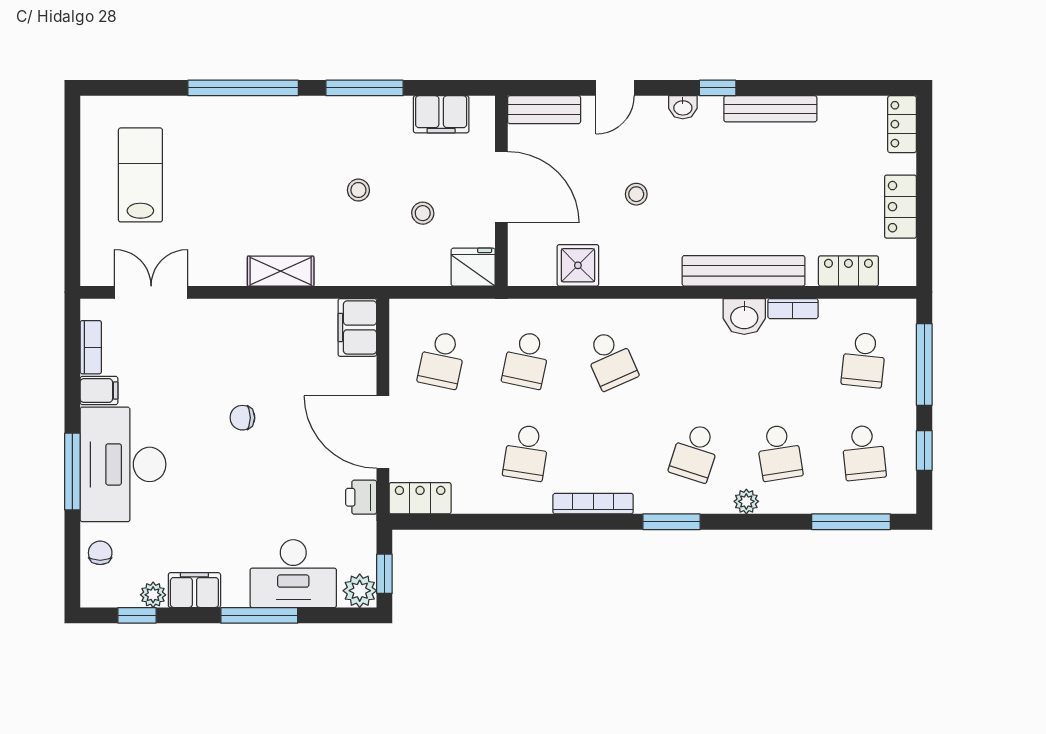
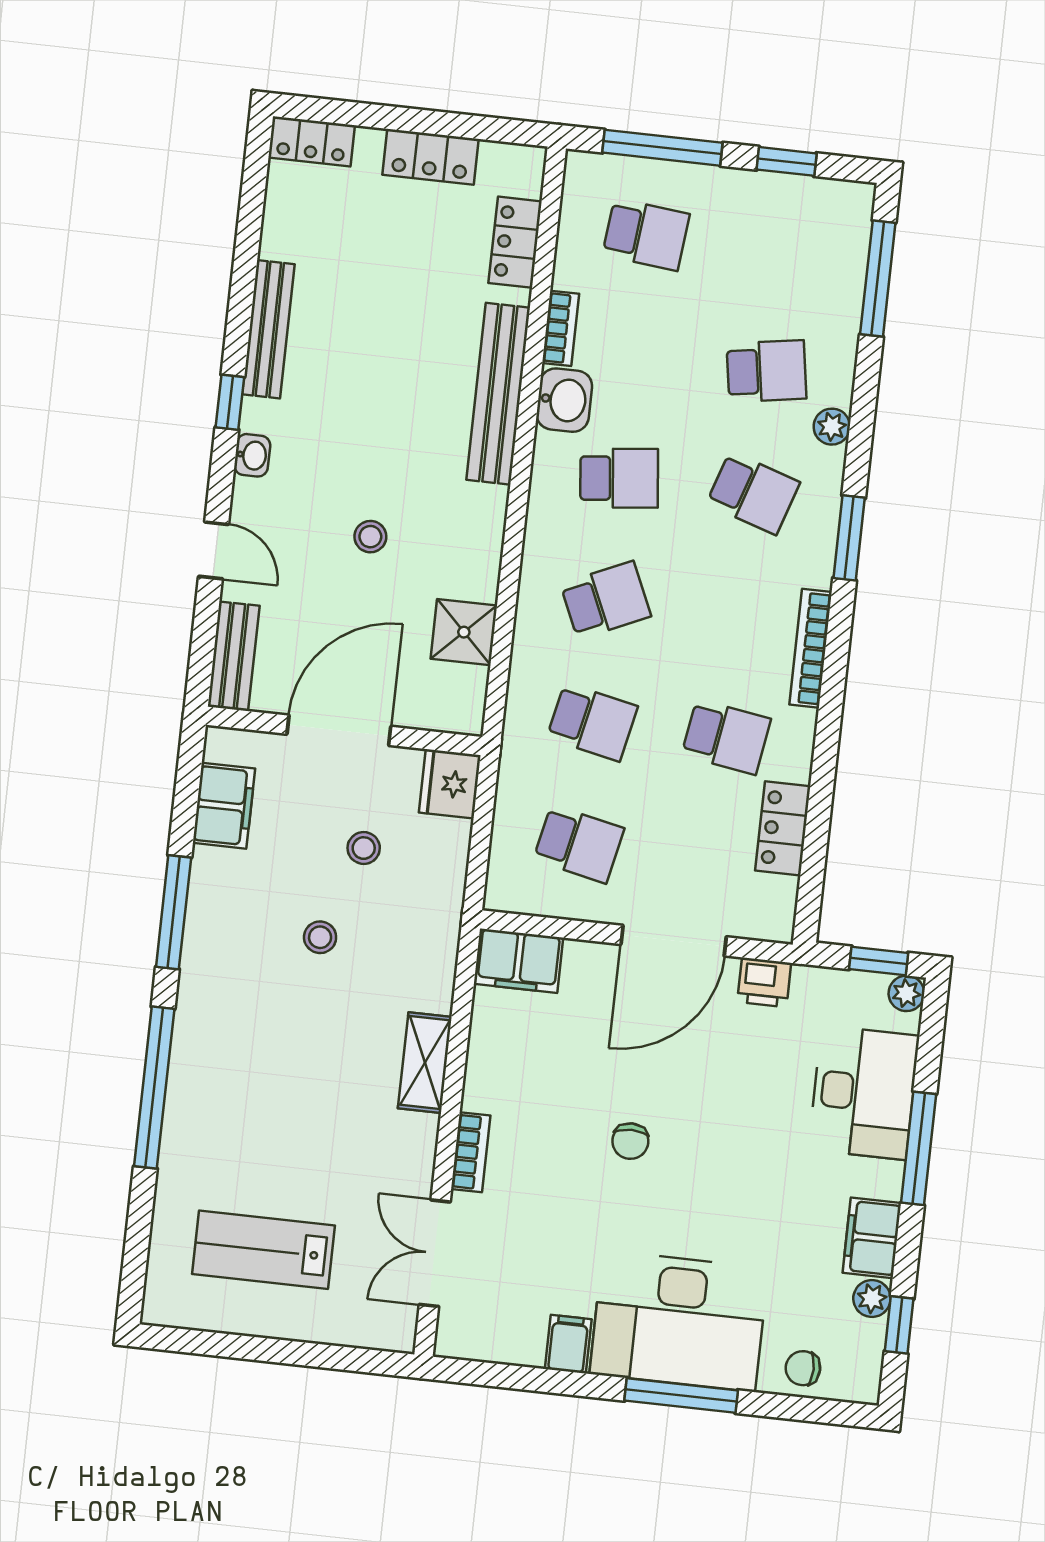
bookcase: (91, 347) -> (471, 1152), moved, turned 90
school desk: (864, 453) -> (619, 478), moved
locker: (420, 498) -> (783, 828), moved
plant: (360, 591) -> (906, 993), width x0.73, depth x0.73

